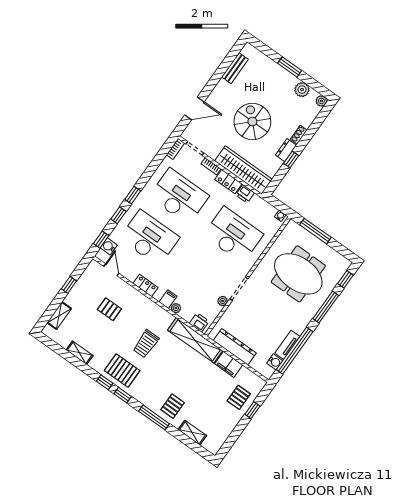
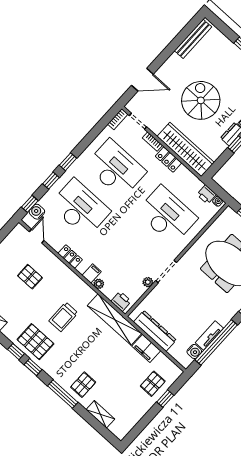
bench: (235, 68) -> (193, 39), width x1.36
printer: (245, 194) -> (207, 194), moved

